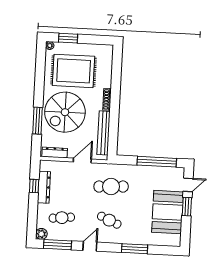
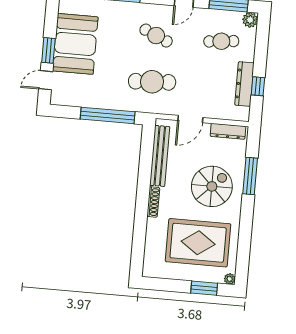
spiral stairs: (65, 112) -> (212, 186), width x0.73, depth x0.73
window: (157, 162) -> (108, 115), moved

